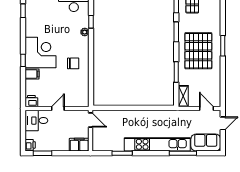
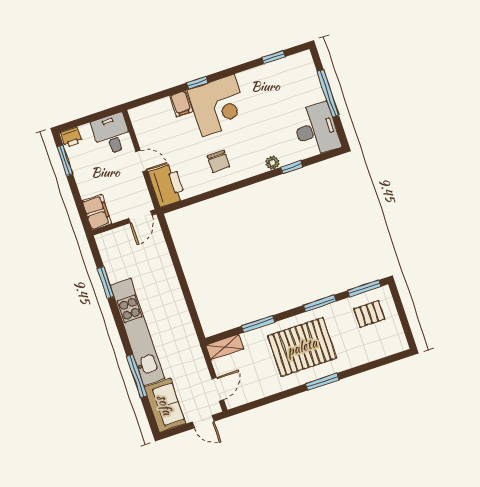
printer: (31, 101) -> (167, 185), moved, width x1.87, depth x1.48

